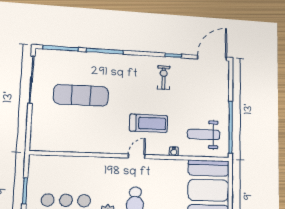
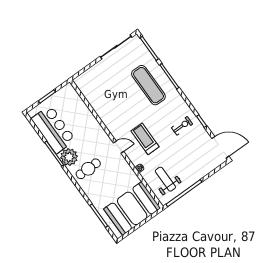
exercise mat: (81, 95) -> (148, 85), moved
treadmill: (149, 123) -> (145, 139), turned 180

